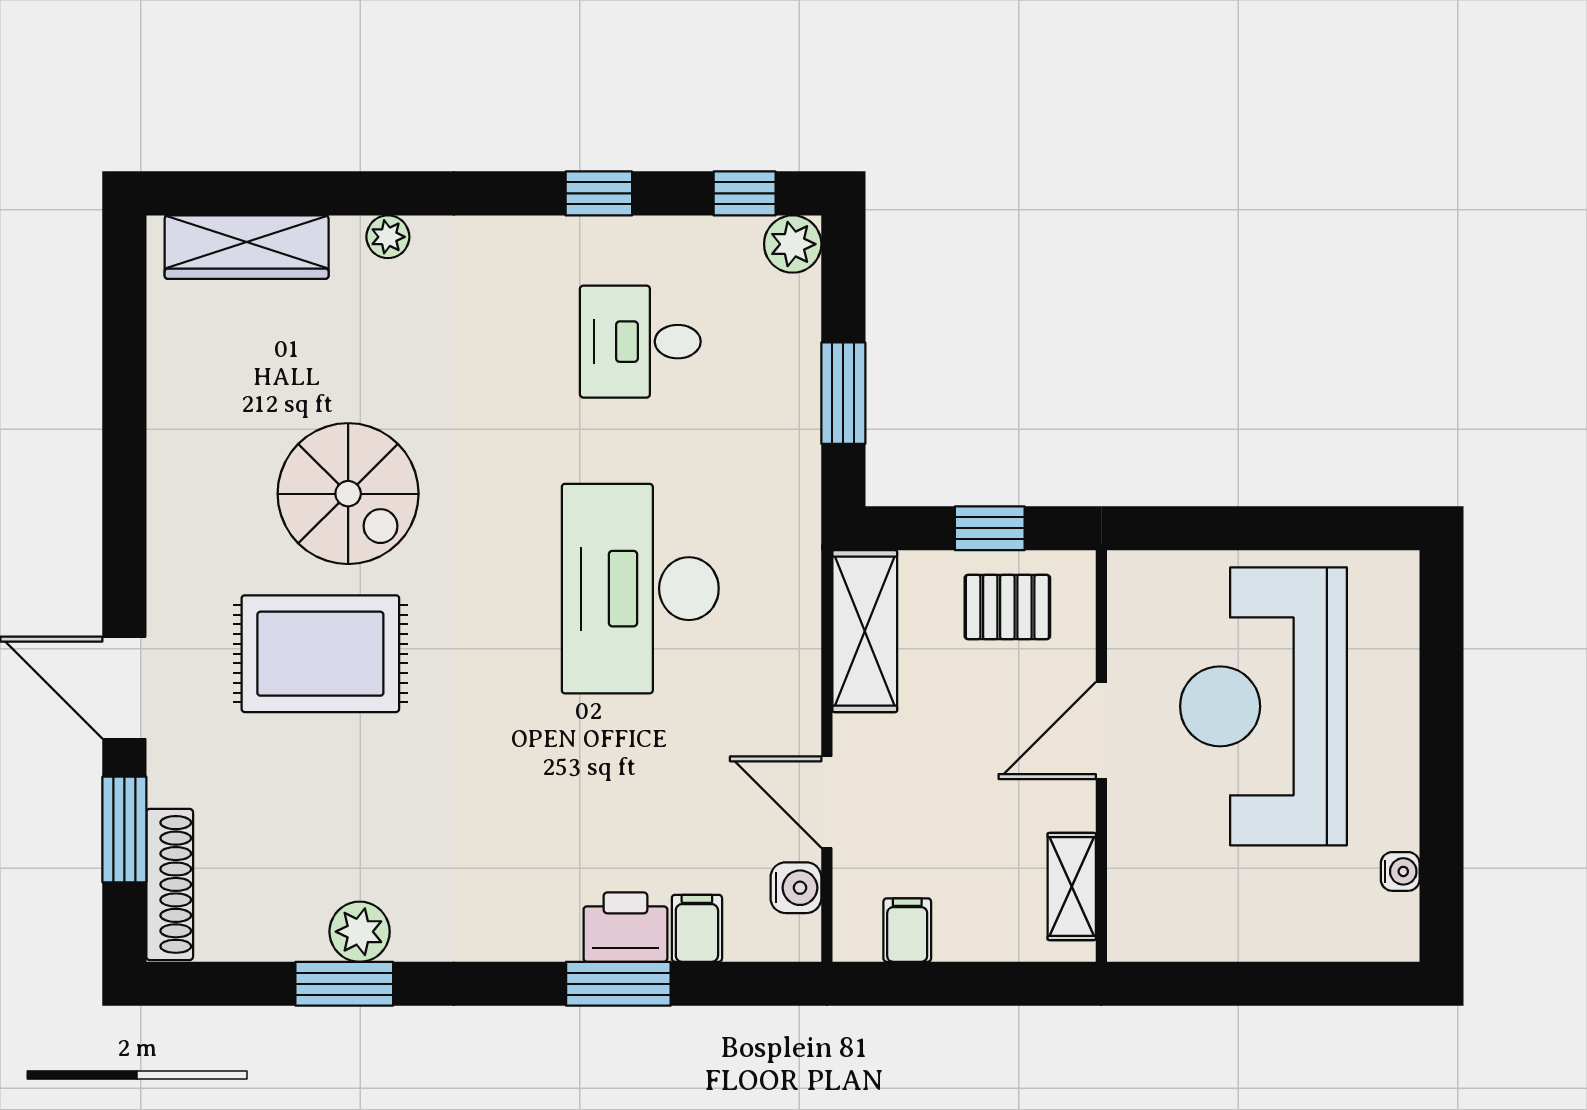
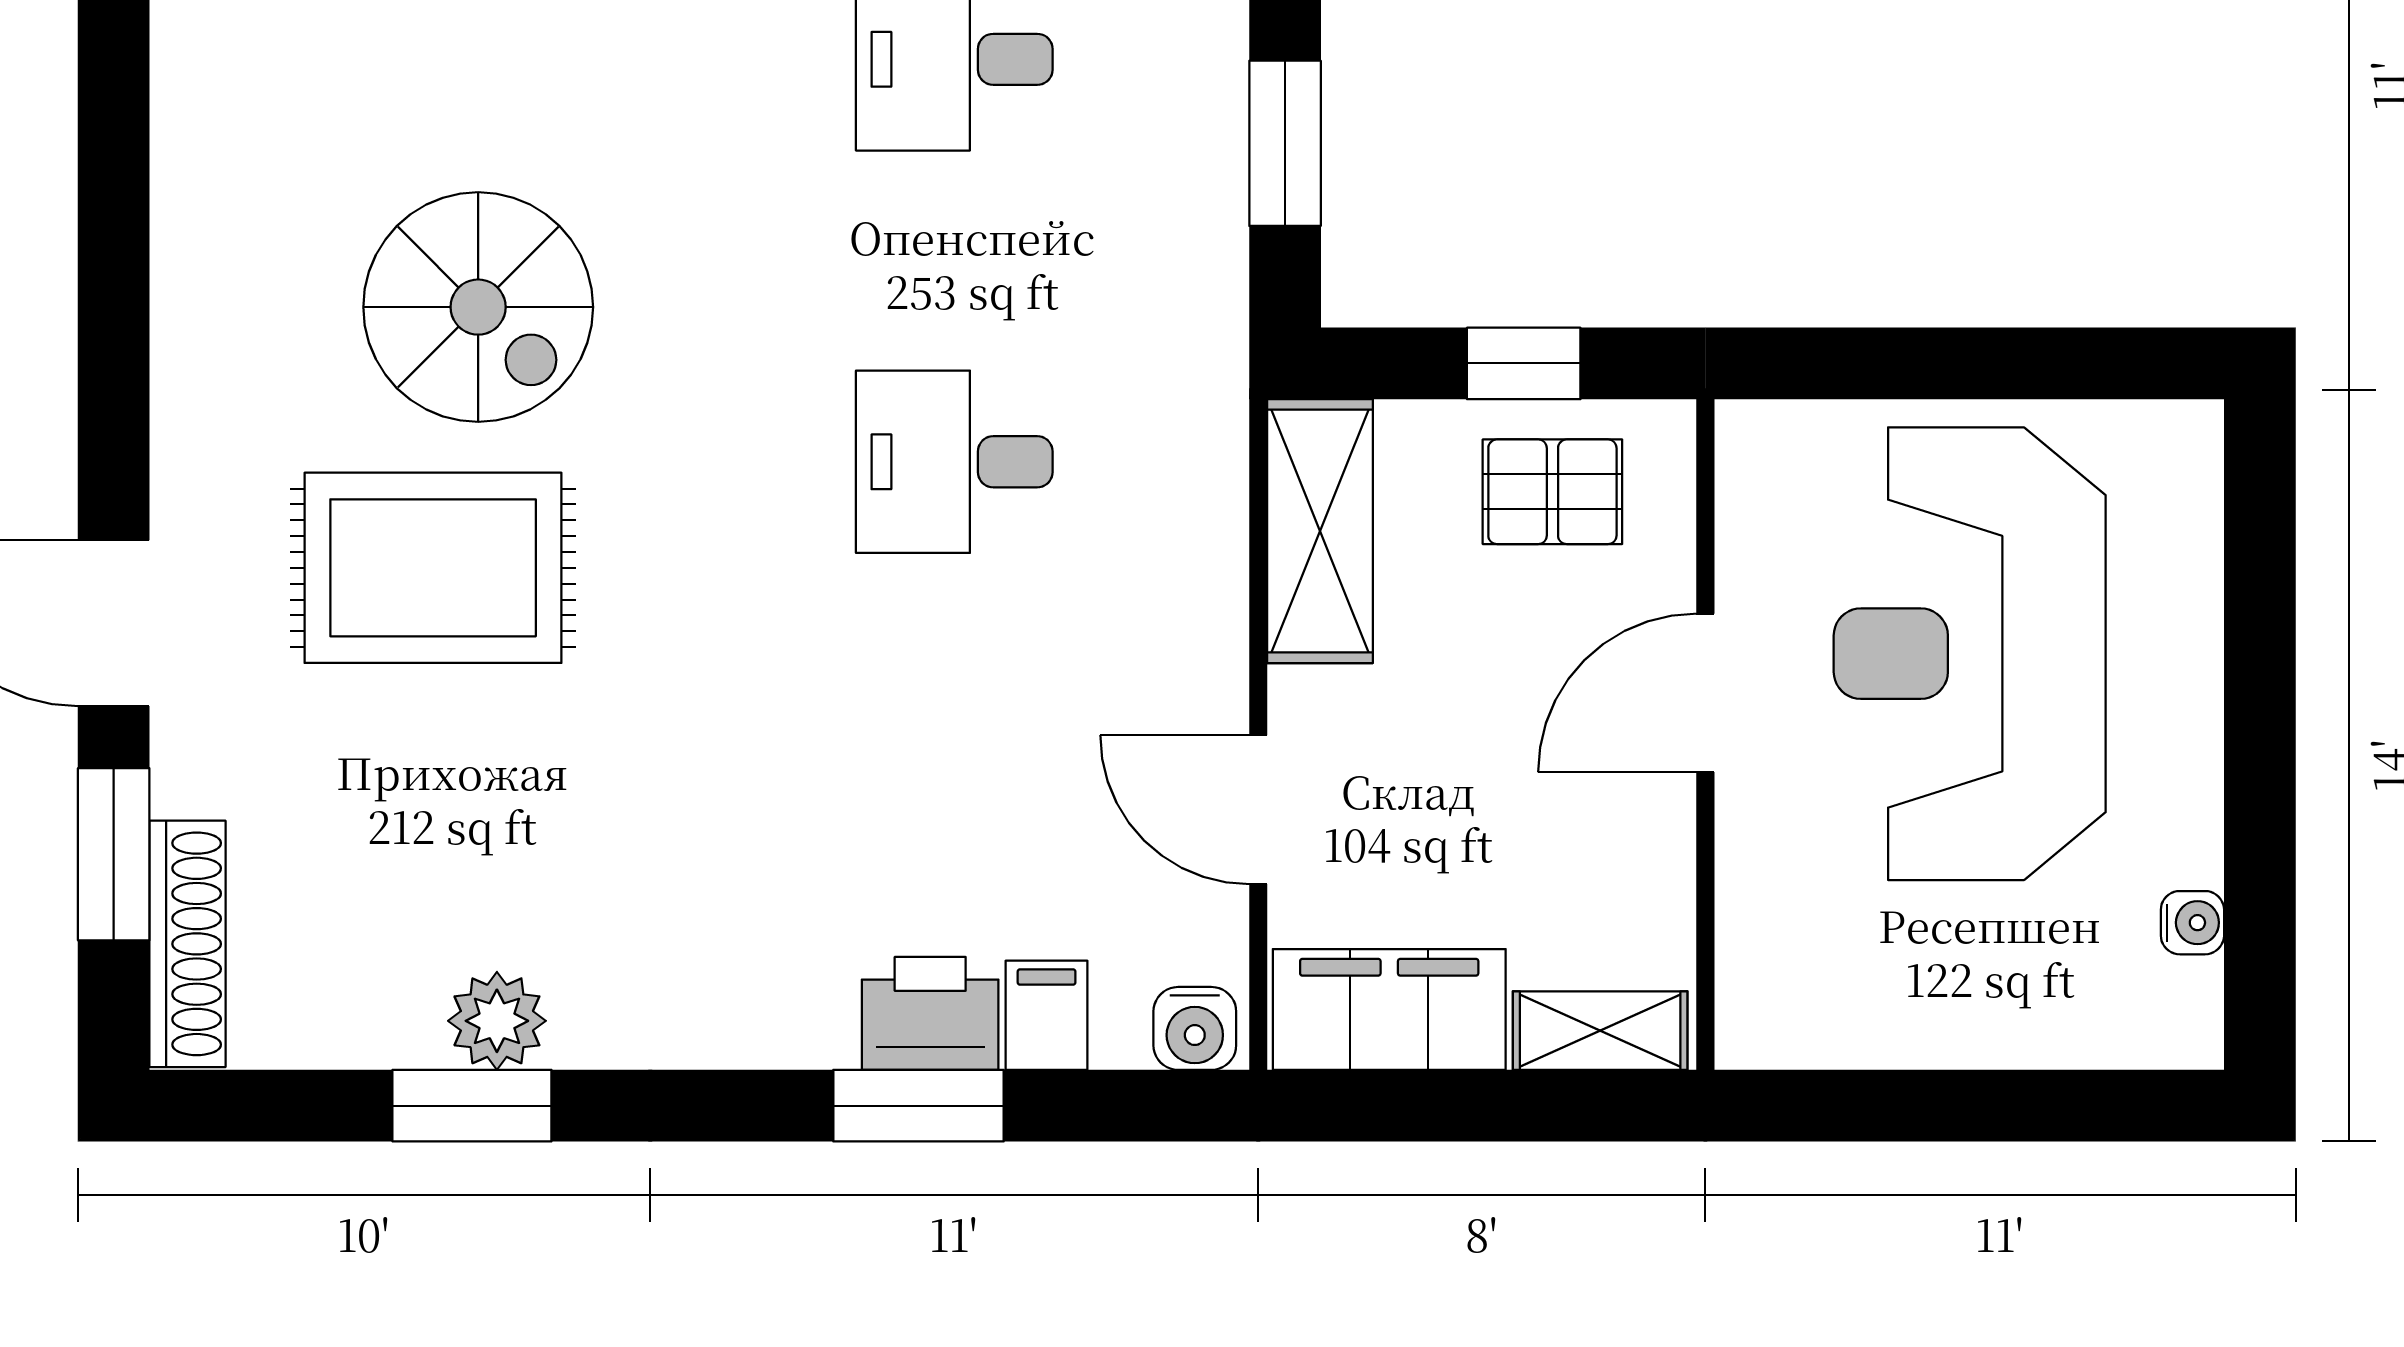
desk: (640, 589) -> (954, 462), width x0.53, depth x0.77
shelving: (1072, 887) -> (1600, 1031), moved, turned 90
water cooler: (796, 888) -> (1195, 1028), moved, turned 90
filing cabinet: (907, 930) -> (1389, 1009), width x3.00, depth x1.17

